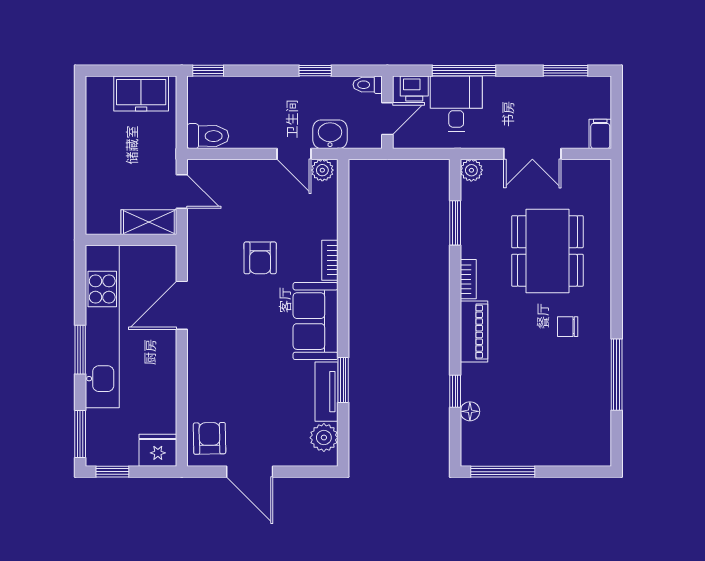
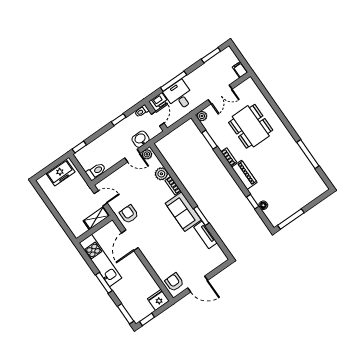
armchair: (260, 258) -> (129, 214), moved, turned 180
kitchen unit: (102, 327) -> (100, 261), width x0.73
chair: (568, 327) -> (278, 149), removed
window: (343, 380) -> (201, 216), moved
plant: (324, 438) -> (161, 174), moved

